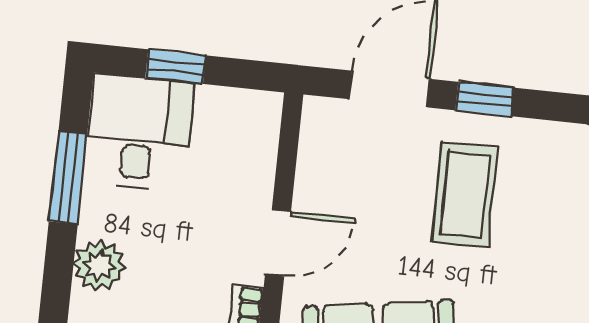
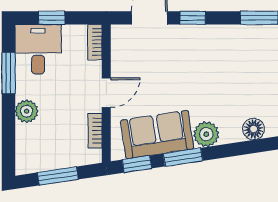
bookcase: (264, 130) -> (95, 42), added
coffee table: (465, 195) -> (188, 62), removed

